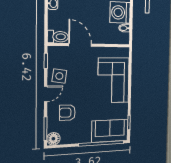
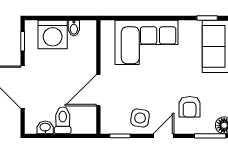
toilet: (58, 37) -> (63, 120), moved
door: (46, 94) -> (164, 136), hinge flipped

